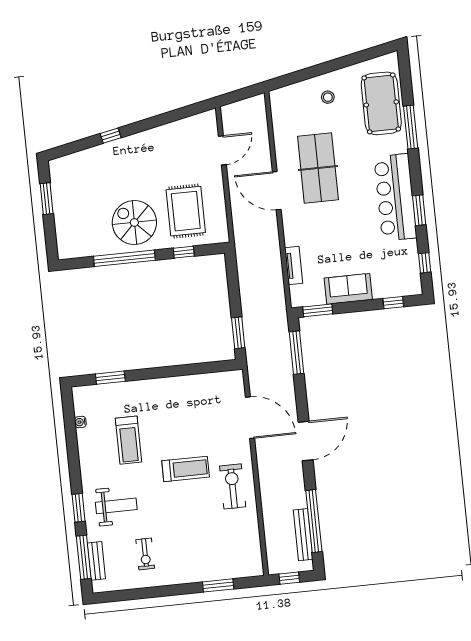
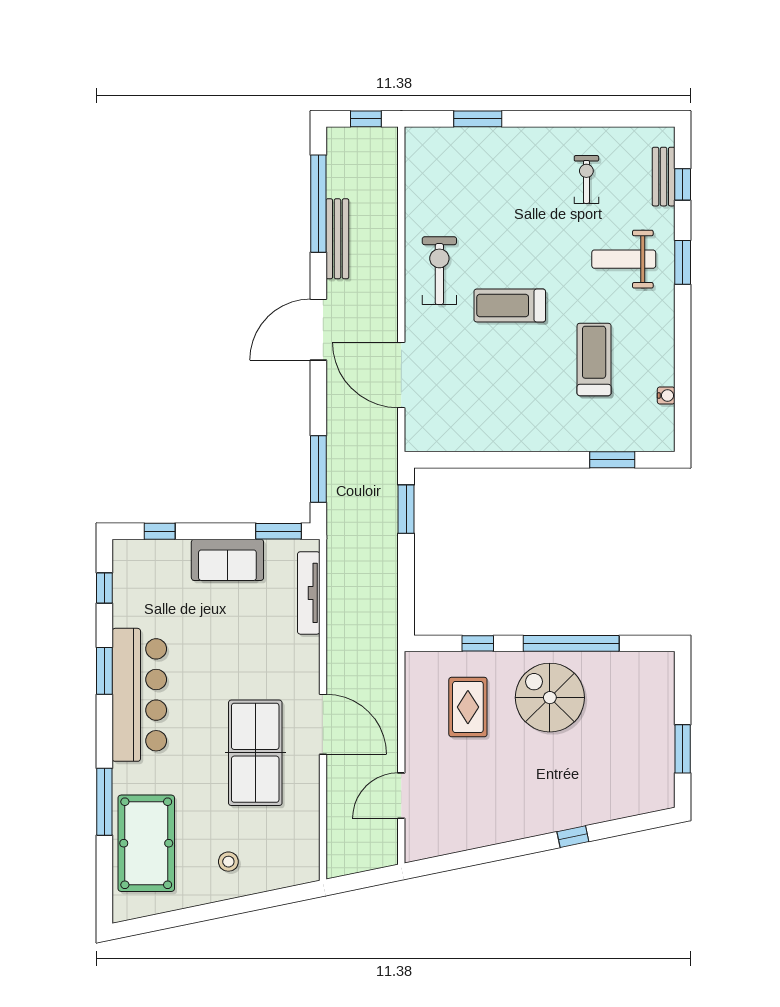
rug: (186, 211) -> (468, 707), width x0.73, depth x0.70
spiral stairs: (134, 222) -> (550, 698), turned 180
tv unit: (294, 265) -> (309, 593), width x1.41
exercise bike: (233, 486) -> (439, 271), turned 180
bench: (303, 535) -> (337, 239), moved
window: (84, 557) -> (683, 184), width x0.46

